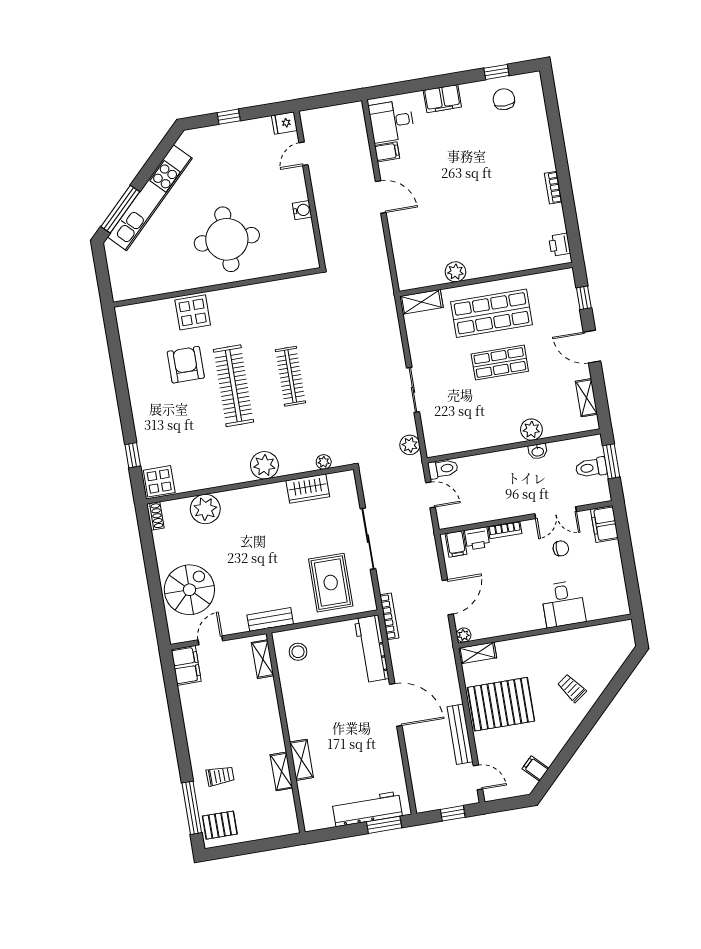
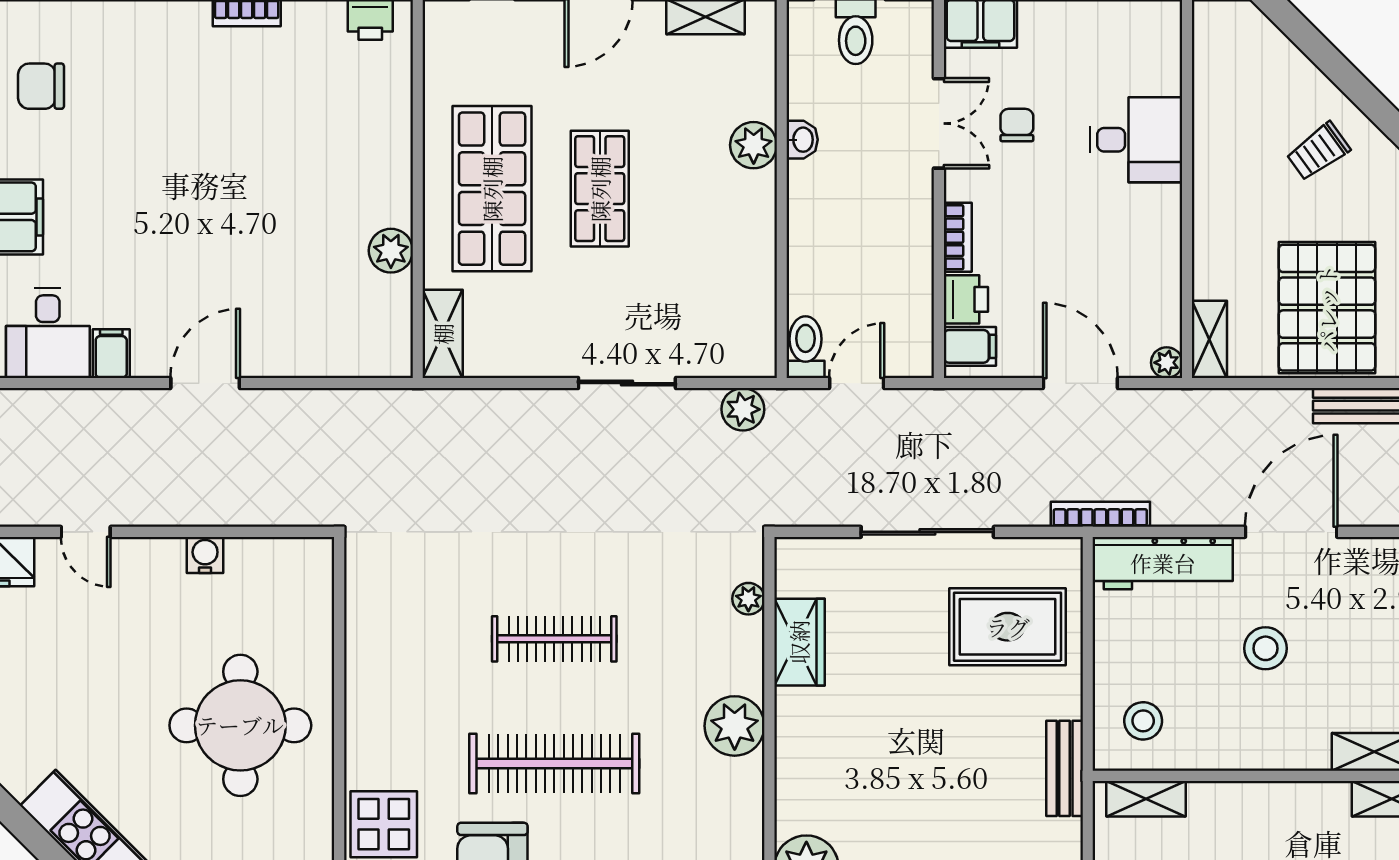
stool: (341, 702) -> (1266, 648), added

